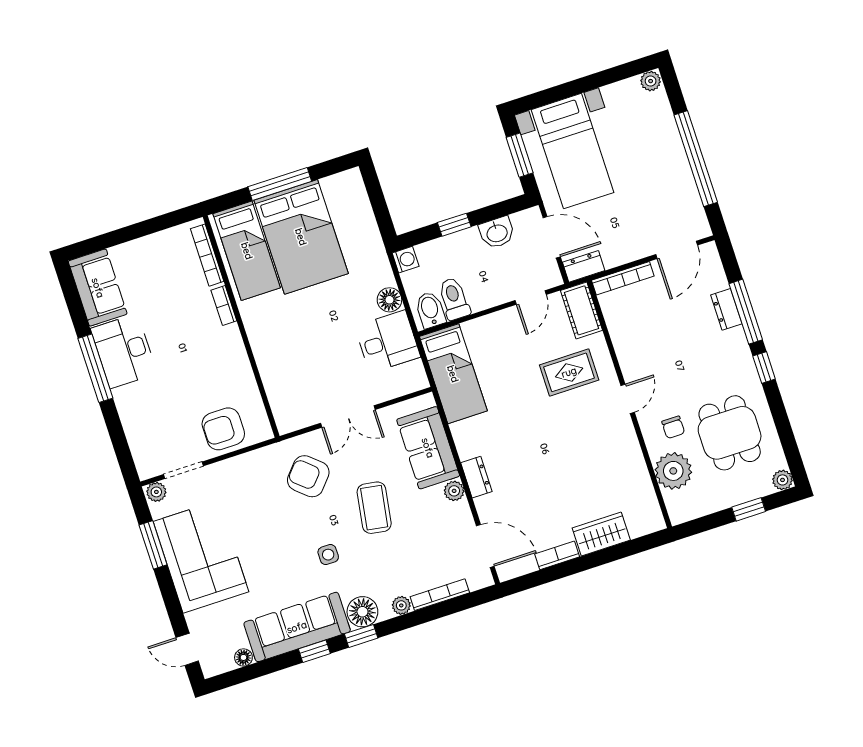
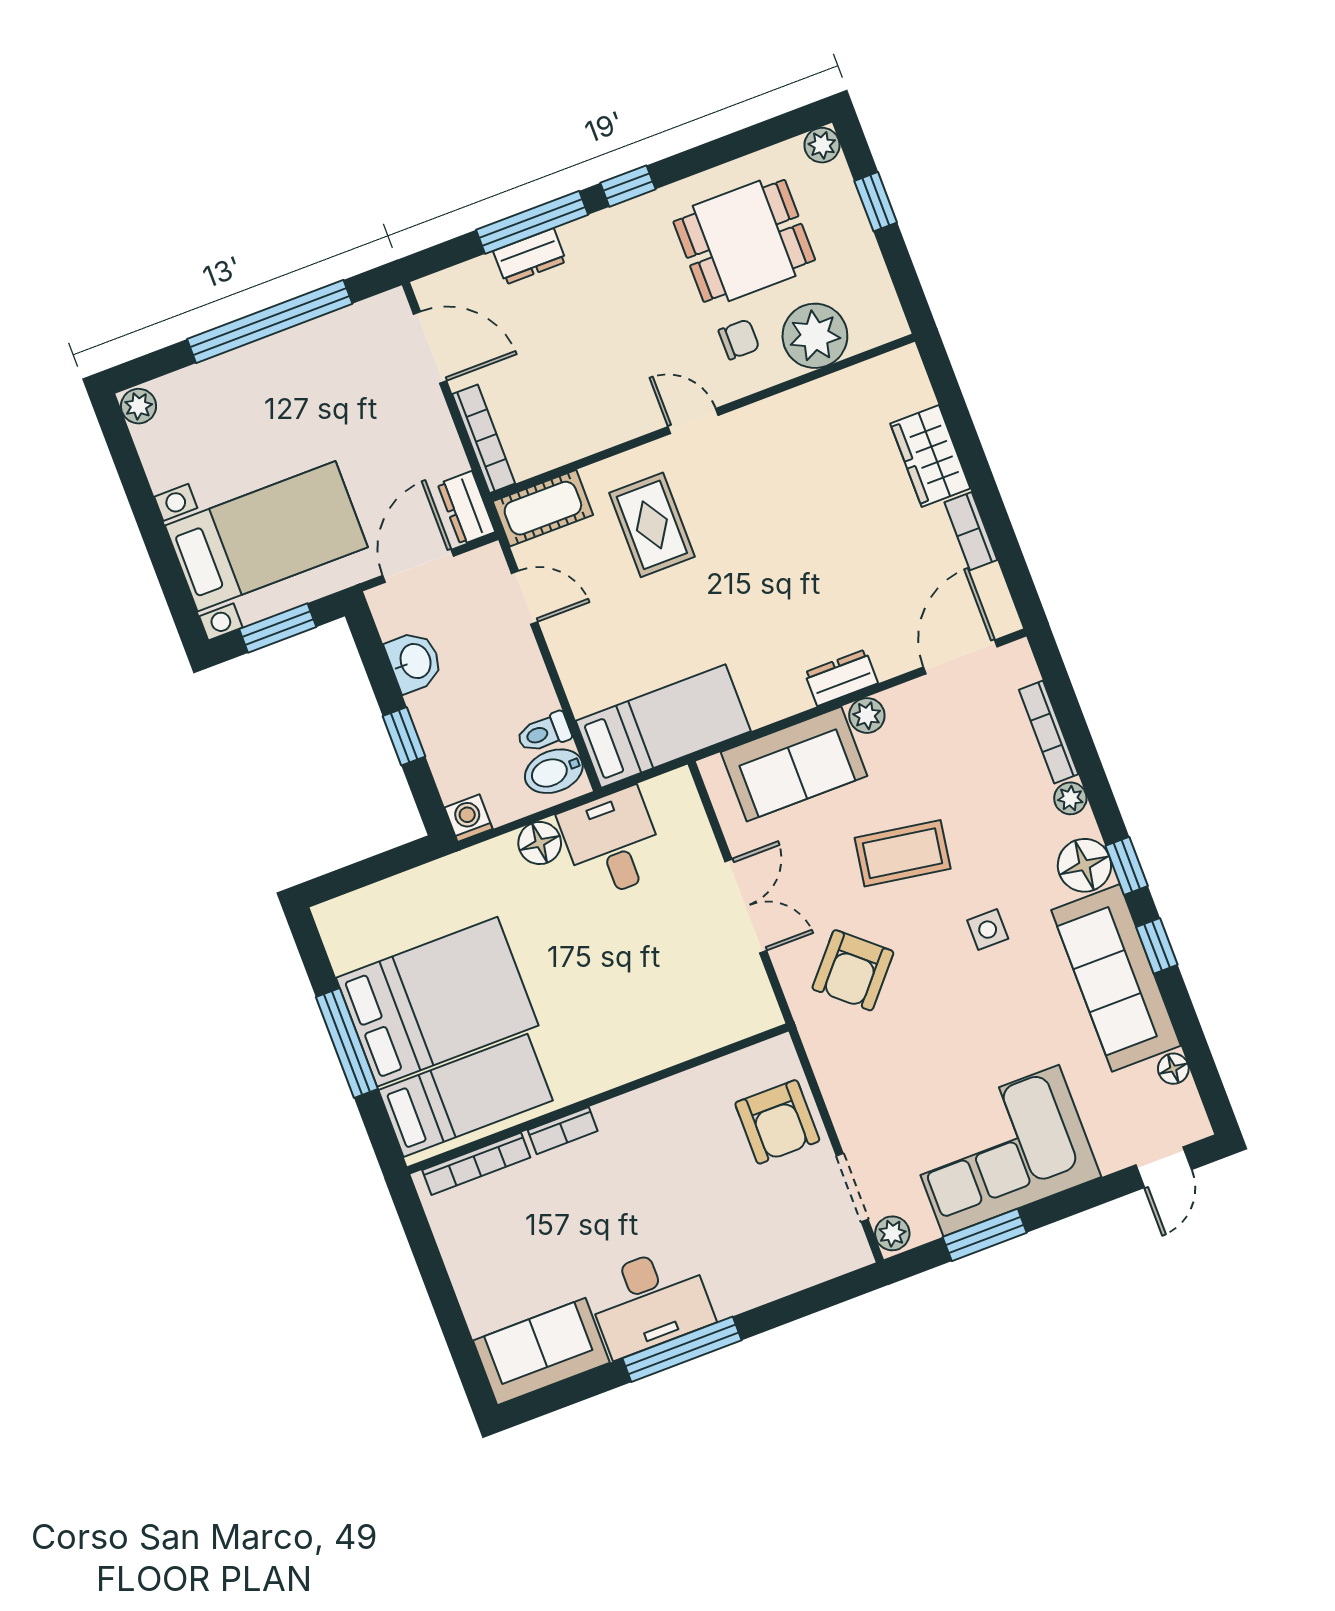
toilet: (454, 299) -> (544, 733), width x0.73, depth x0.72

